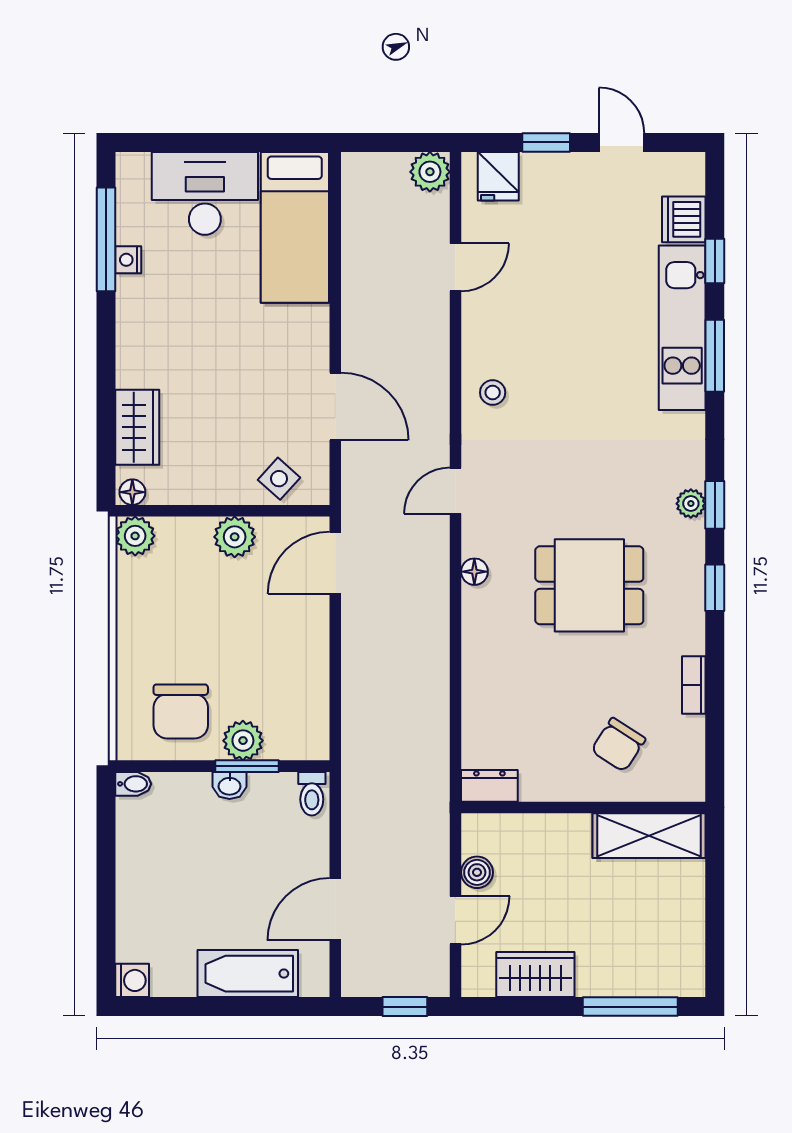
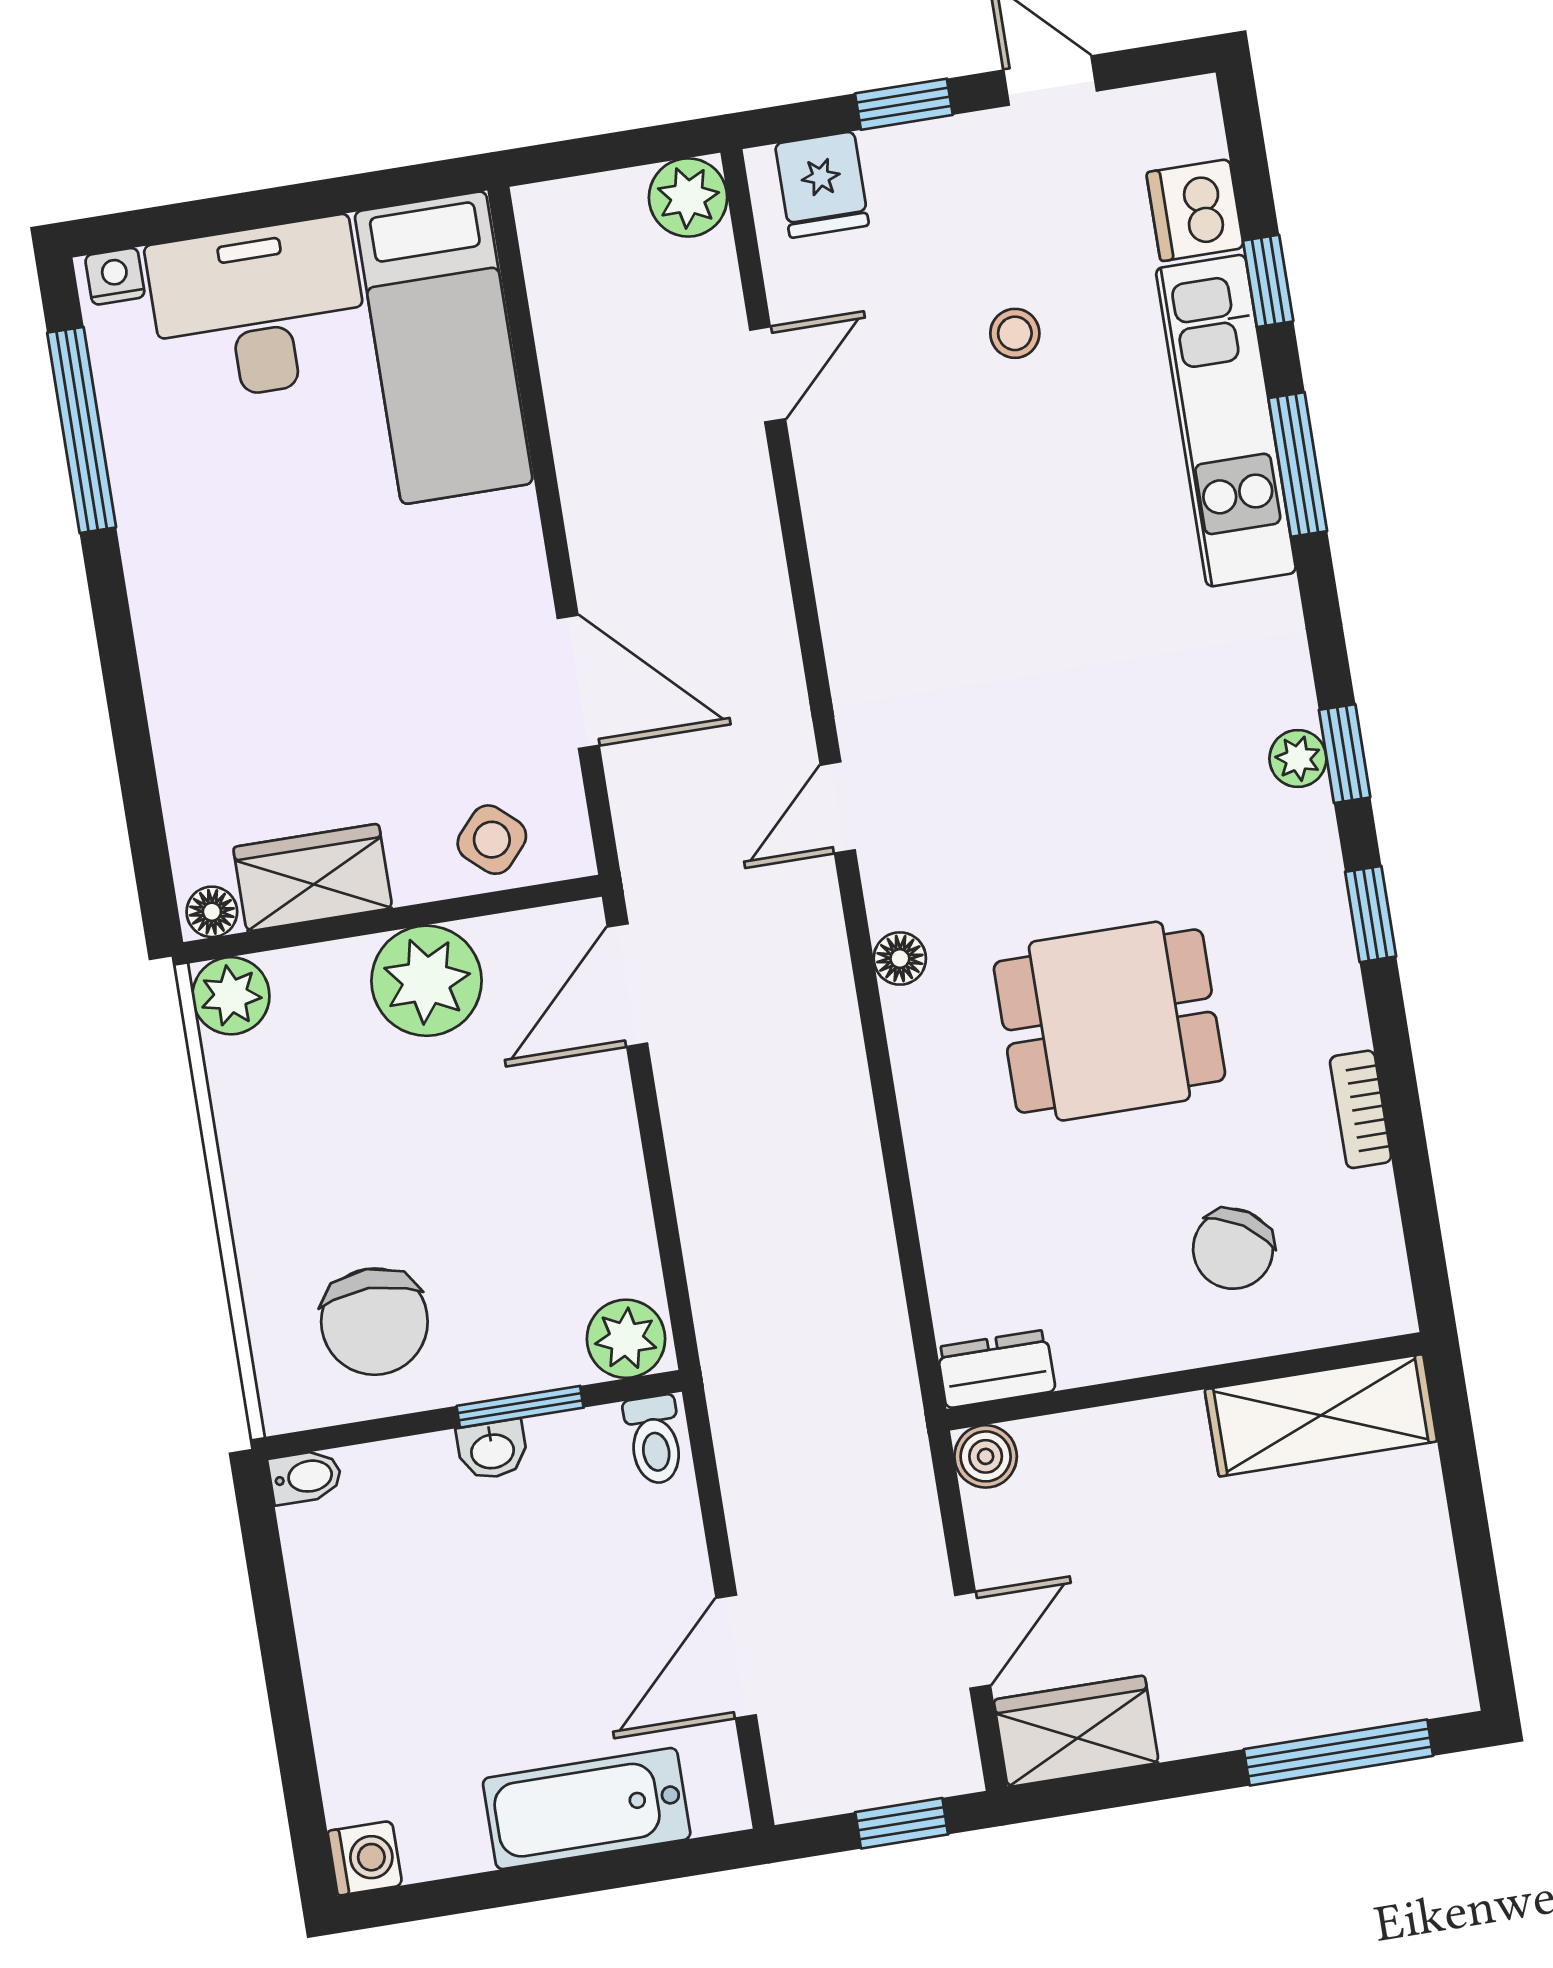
nightstand: (128, 260) -> (115, 276), moved, turned 90
stool: (493, 393) -> (1015, 333), moved
wardrobe: (137, 427) -> (313, 878), moved, turned -90
plant: (235, 537) -> (427, 981), width x1.36, depth x1.36
dining table: (589, 585) -> (1109, 1021), moved
plant: (243, 741) -> (626, 1339), moved
boiler: (477, 872) -> (986, 1456), moved
wardrobe: (535, 975) -> (1076, 1731), moved

